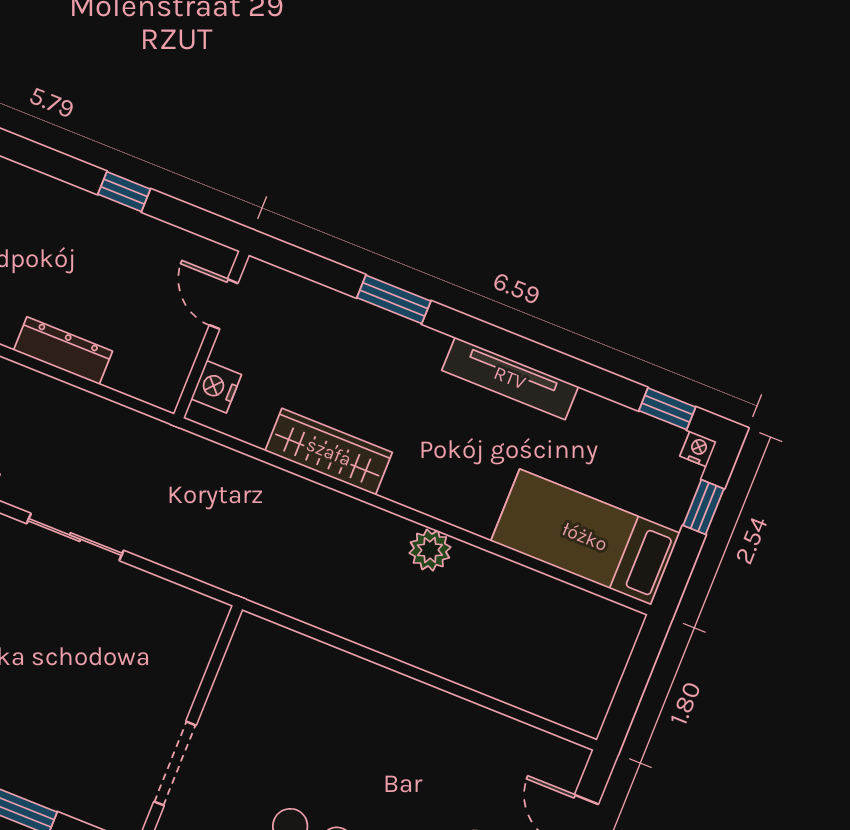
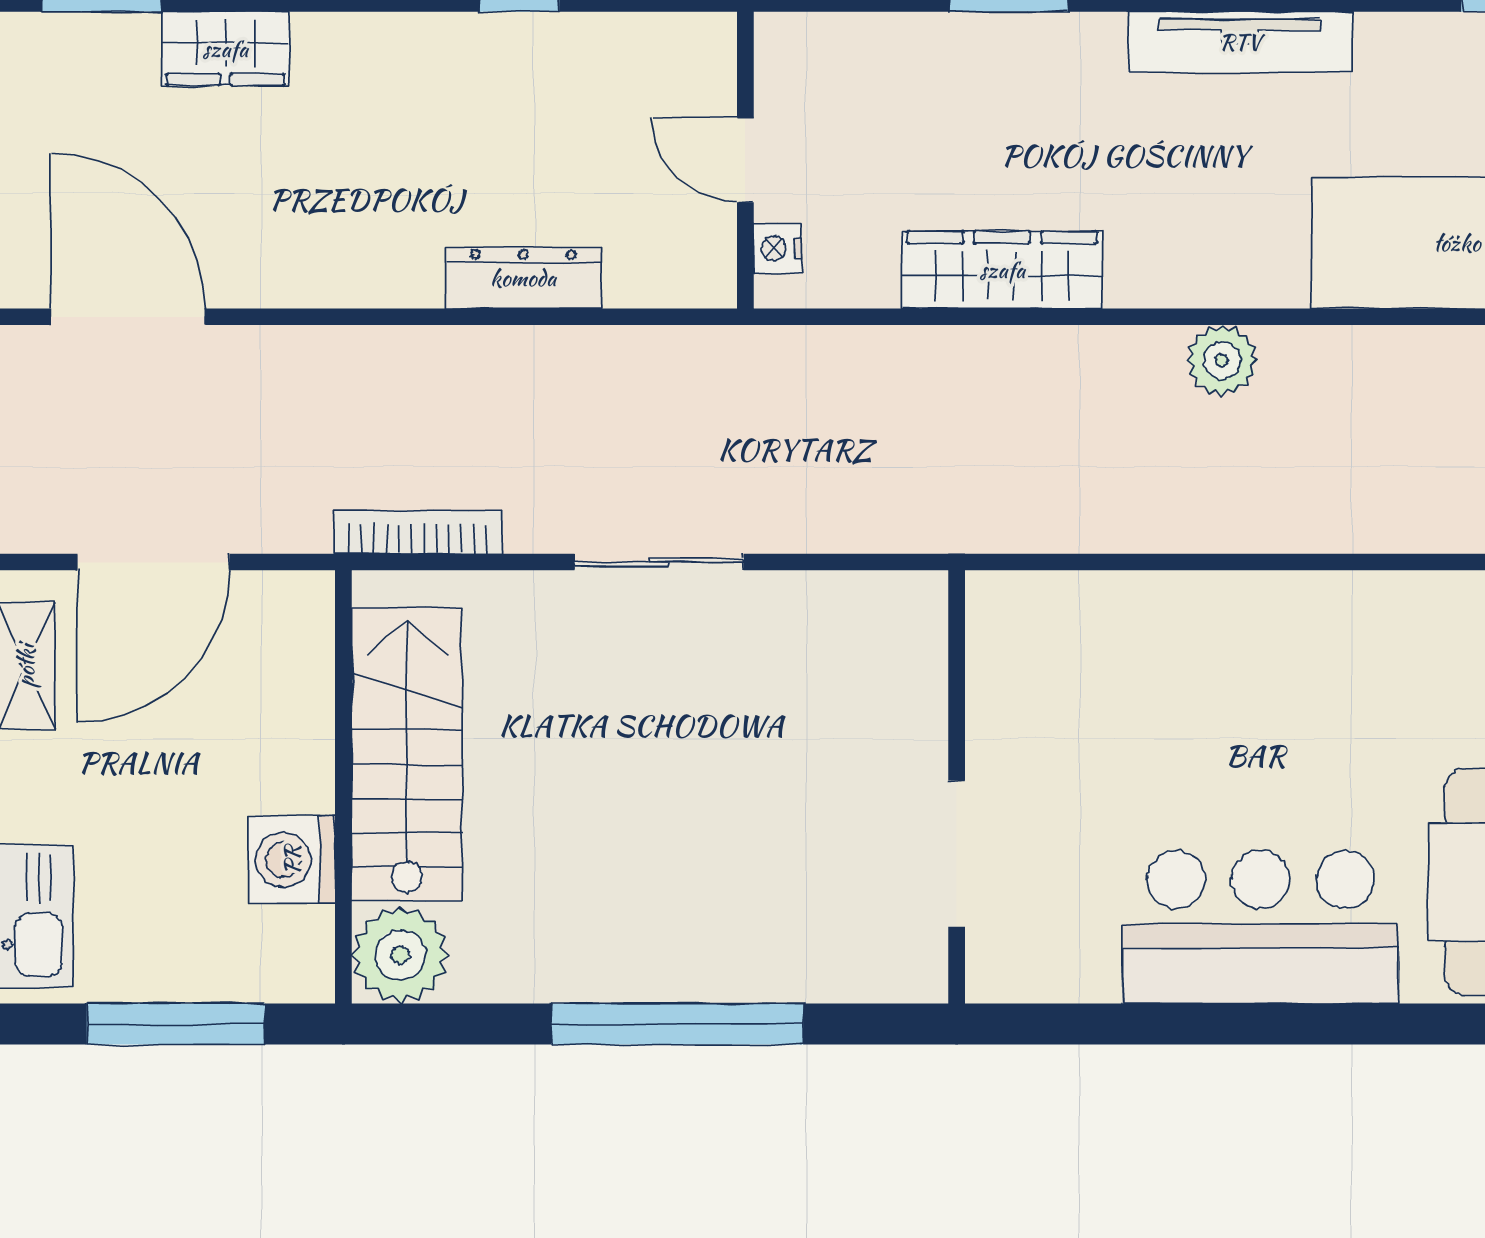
door: (224, 304) -> (745, 160), moved
nightstand: (216, 387) -> (777, 249), width x0.72, depth x0.74

